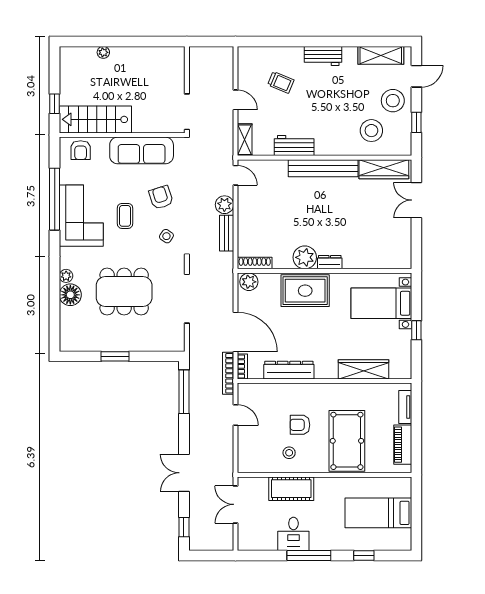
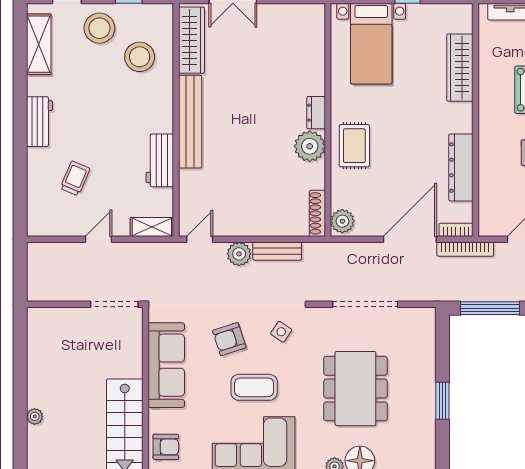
coffee table: (125, 216) -> (254, 387), width x1.36, depth x1.30
rug: (305, 291) -> (354, 146), width x0.73, depth x0.70

